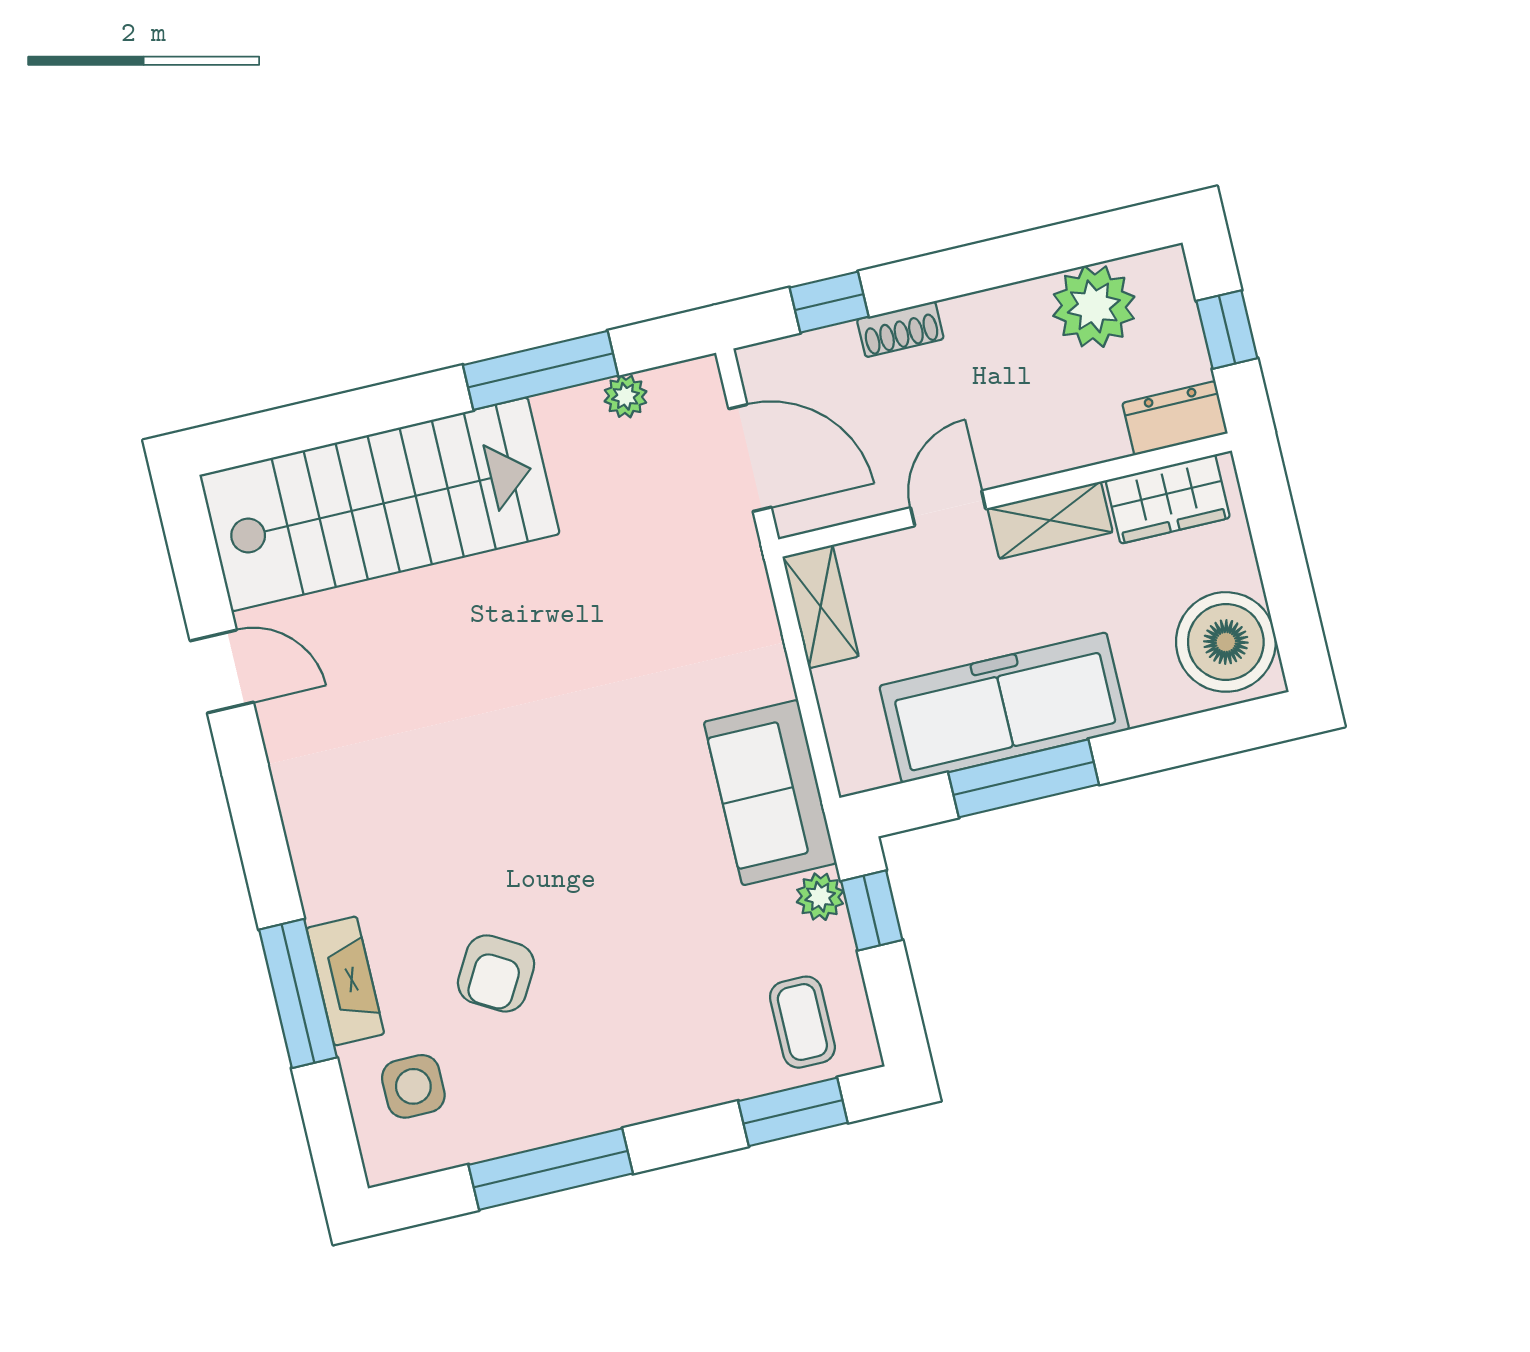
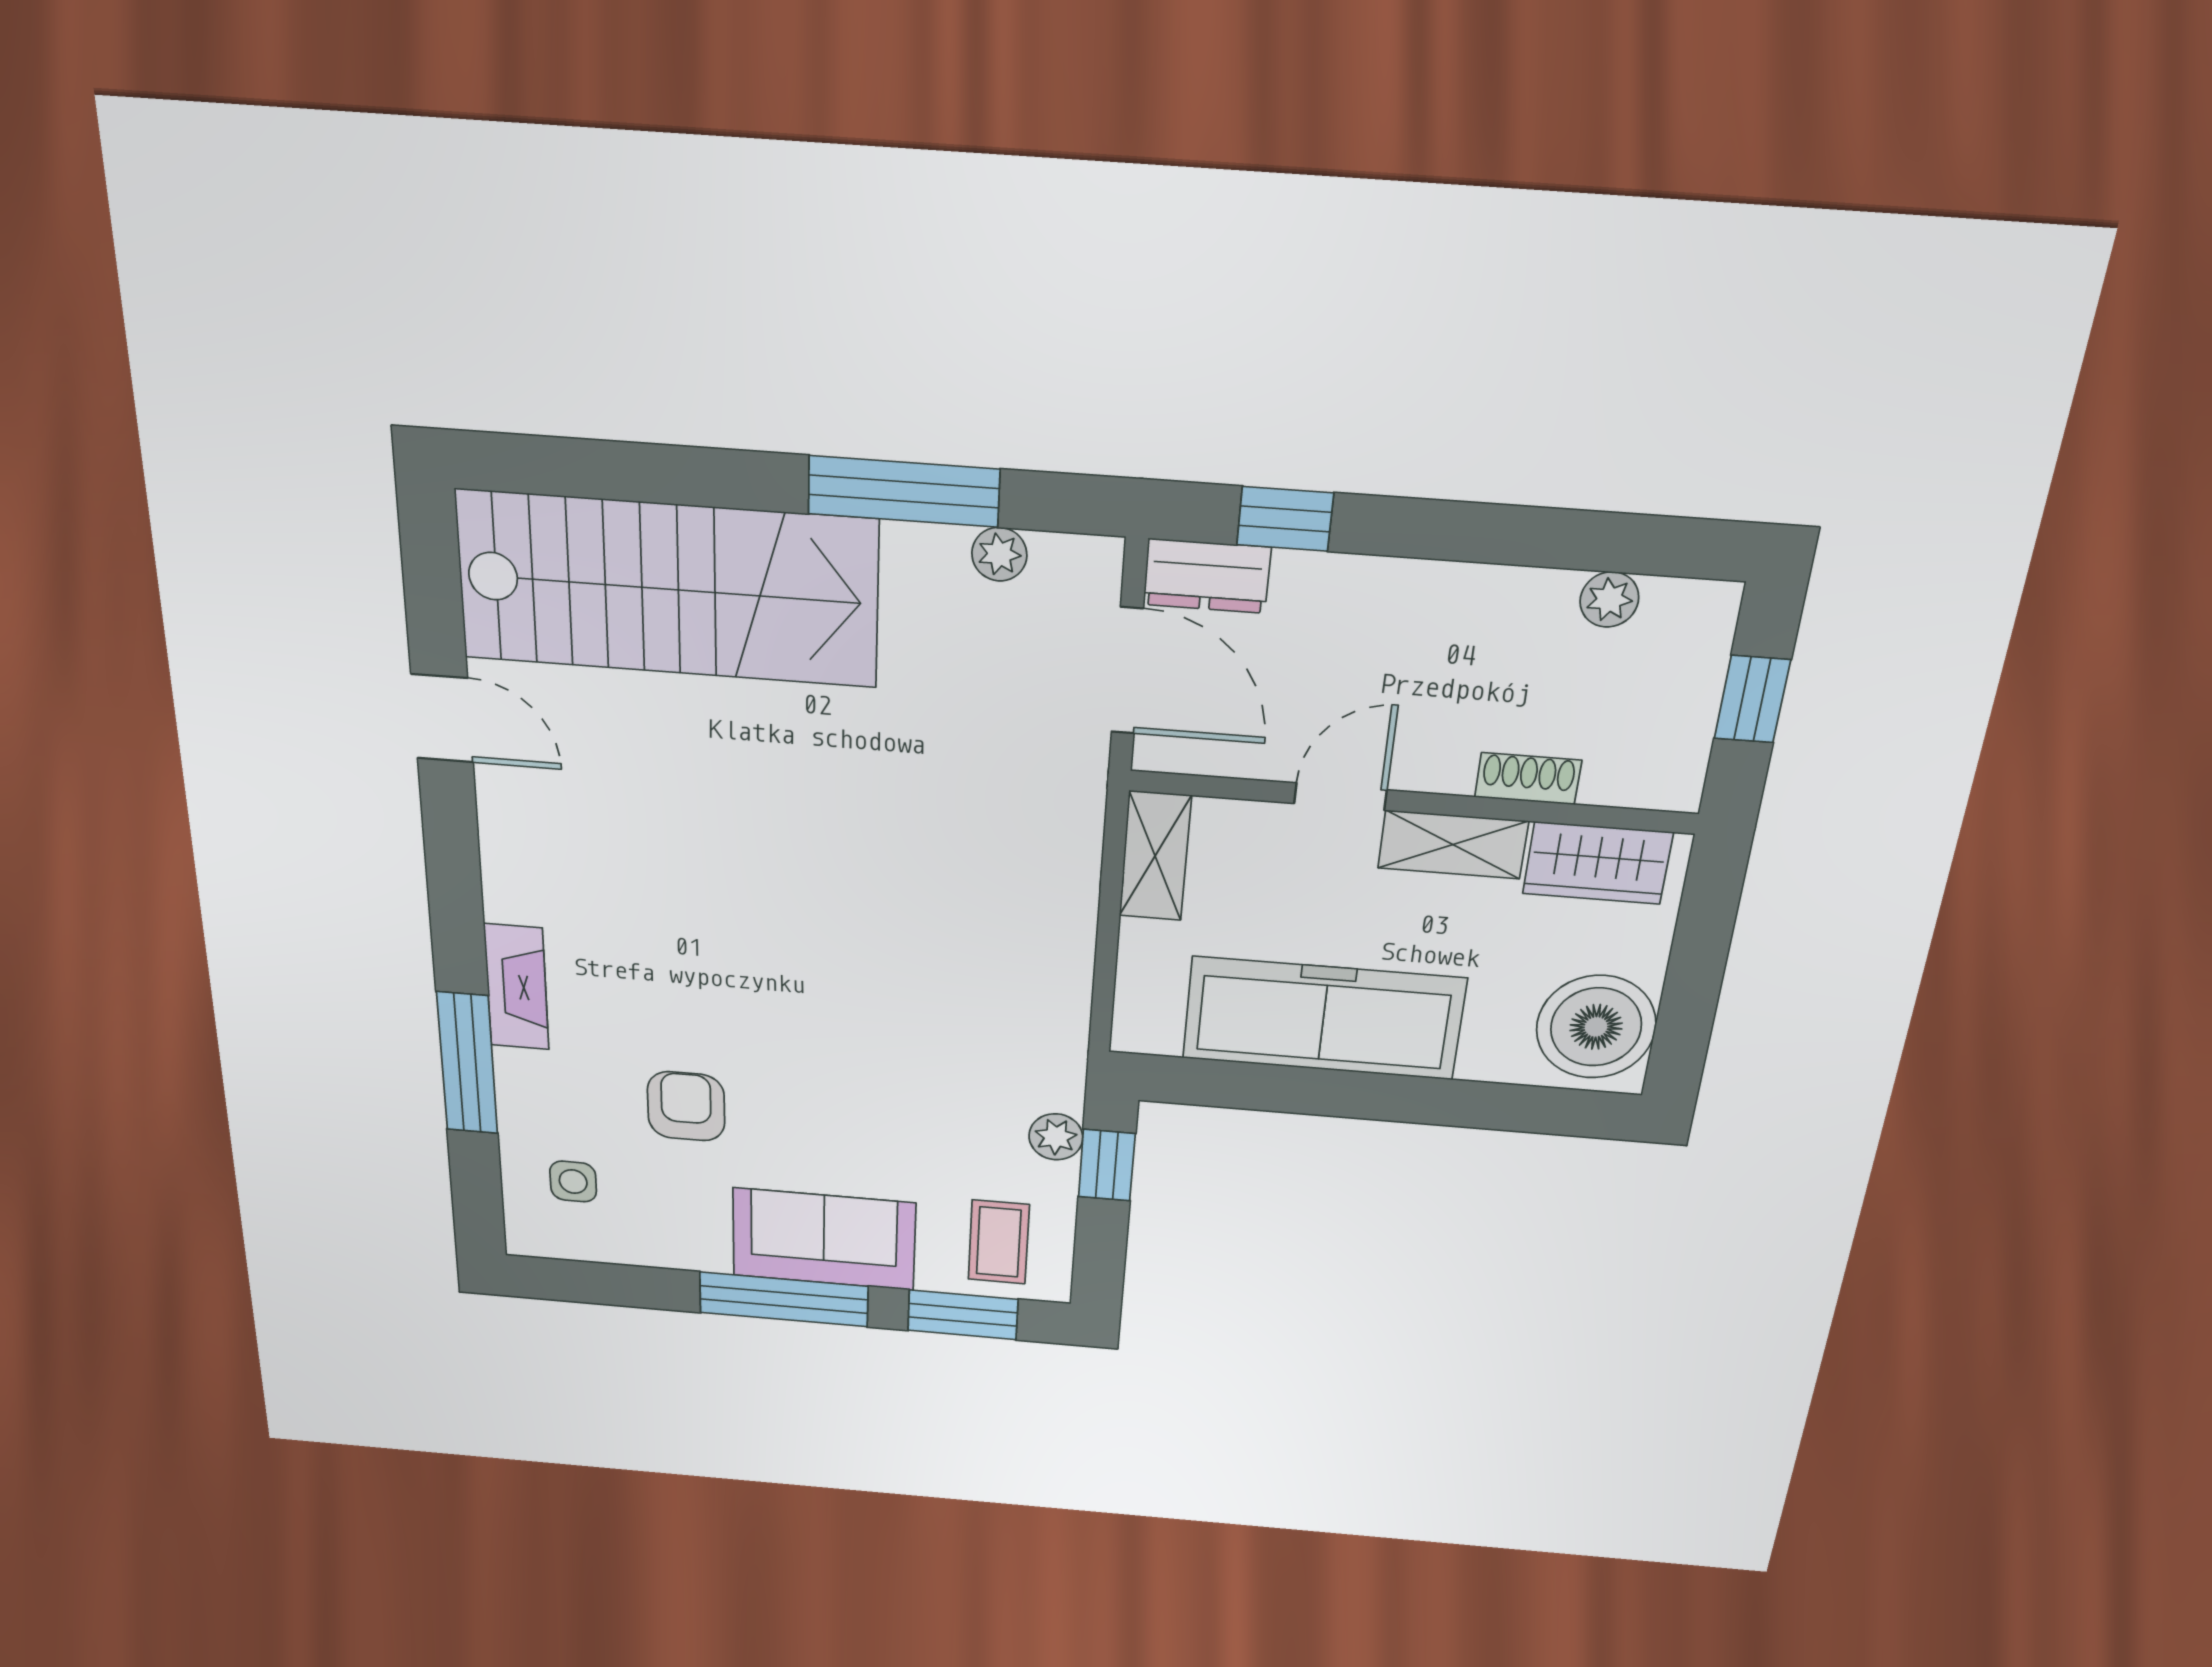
plant: (1094, 306) -> (1609, 599), width x0.53, depth x0.53
shoe rack: (900, 329) -> (1528, 779), moved, turned 180
dresser: (1175, 418) -> (1207, 576), moved, turned 180
window: (1024, 778) -> (1317, 1092), removed
sofa: (770, 793) -> (824, 1239), moved, turned 90
armchair: (496, 973) -> (686, 1106), turned 150
fireplace: (345, 981) -> (517, 987), moved
side table: (413, 1086) -> (573, 1181), width x0.73, depth x0.73
window: (551, 1169) -> (784, 1299), moved

